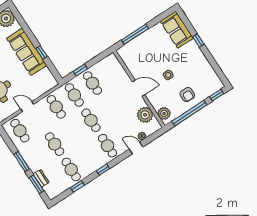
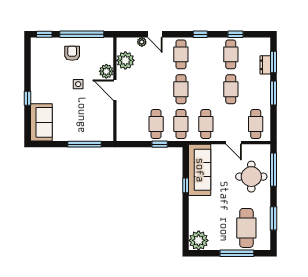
sofa: (27, 52) -> (200, 170), moved
plant: (164, 113) -> (106, 71), moved

